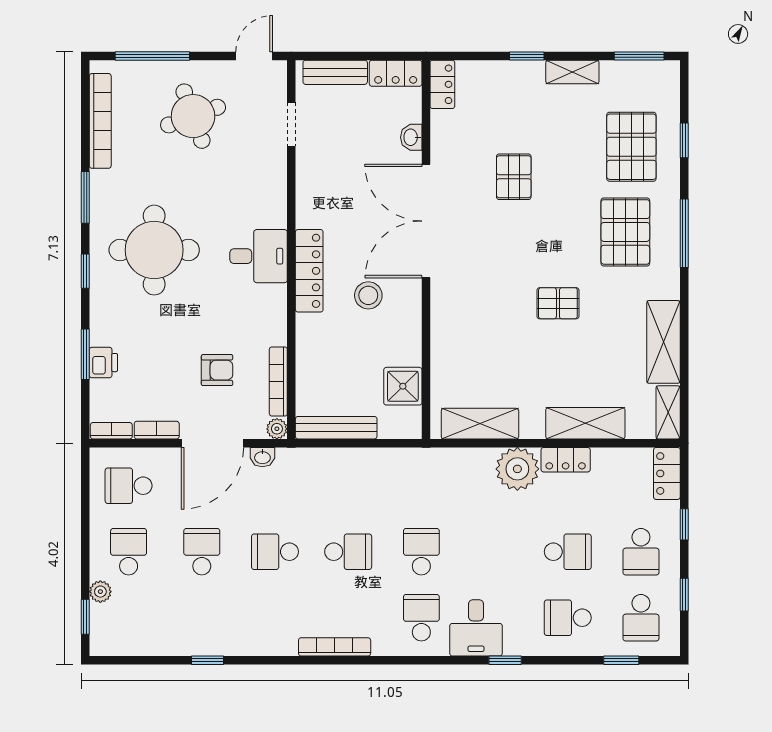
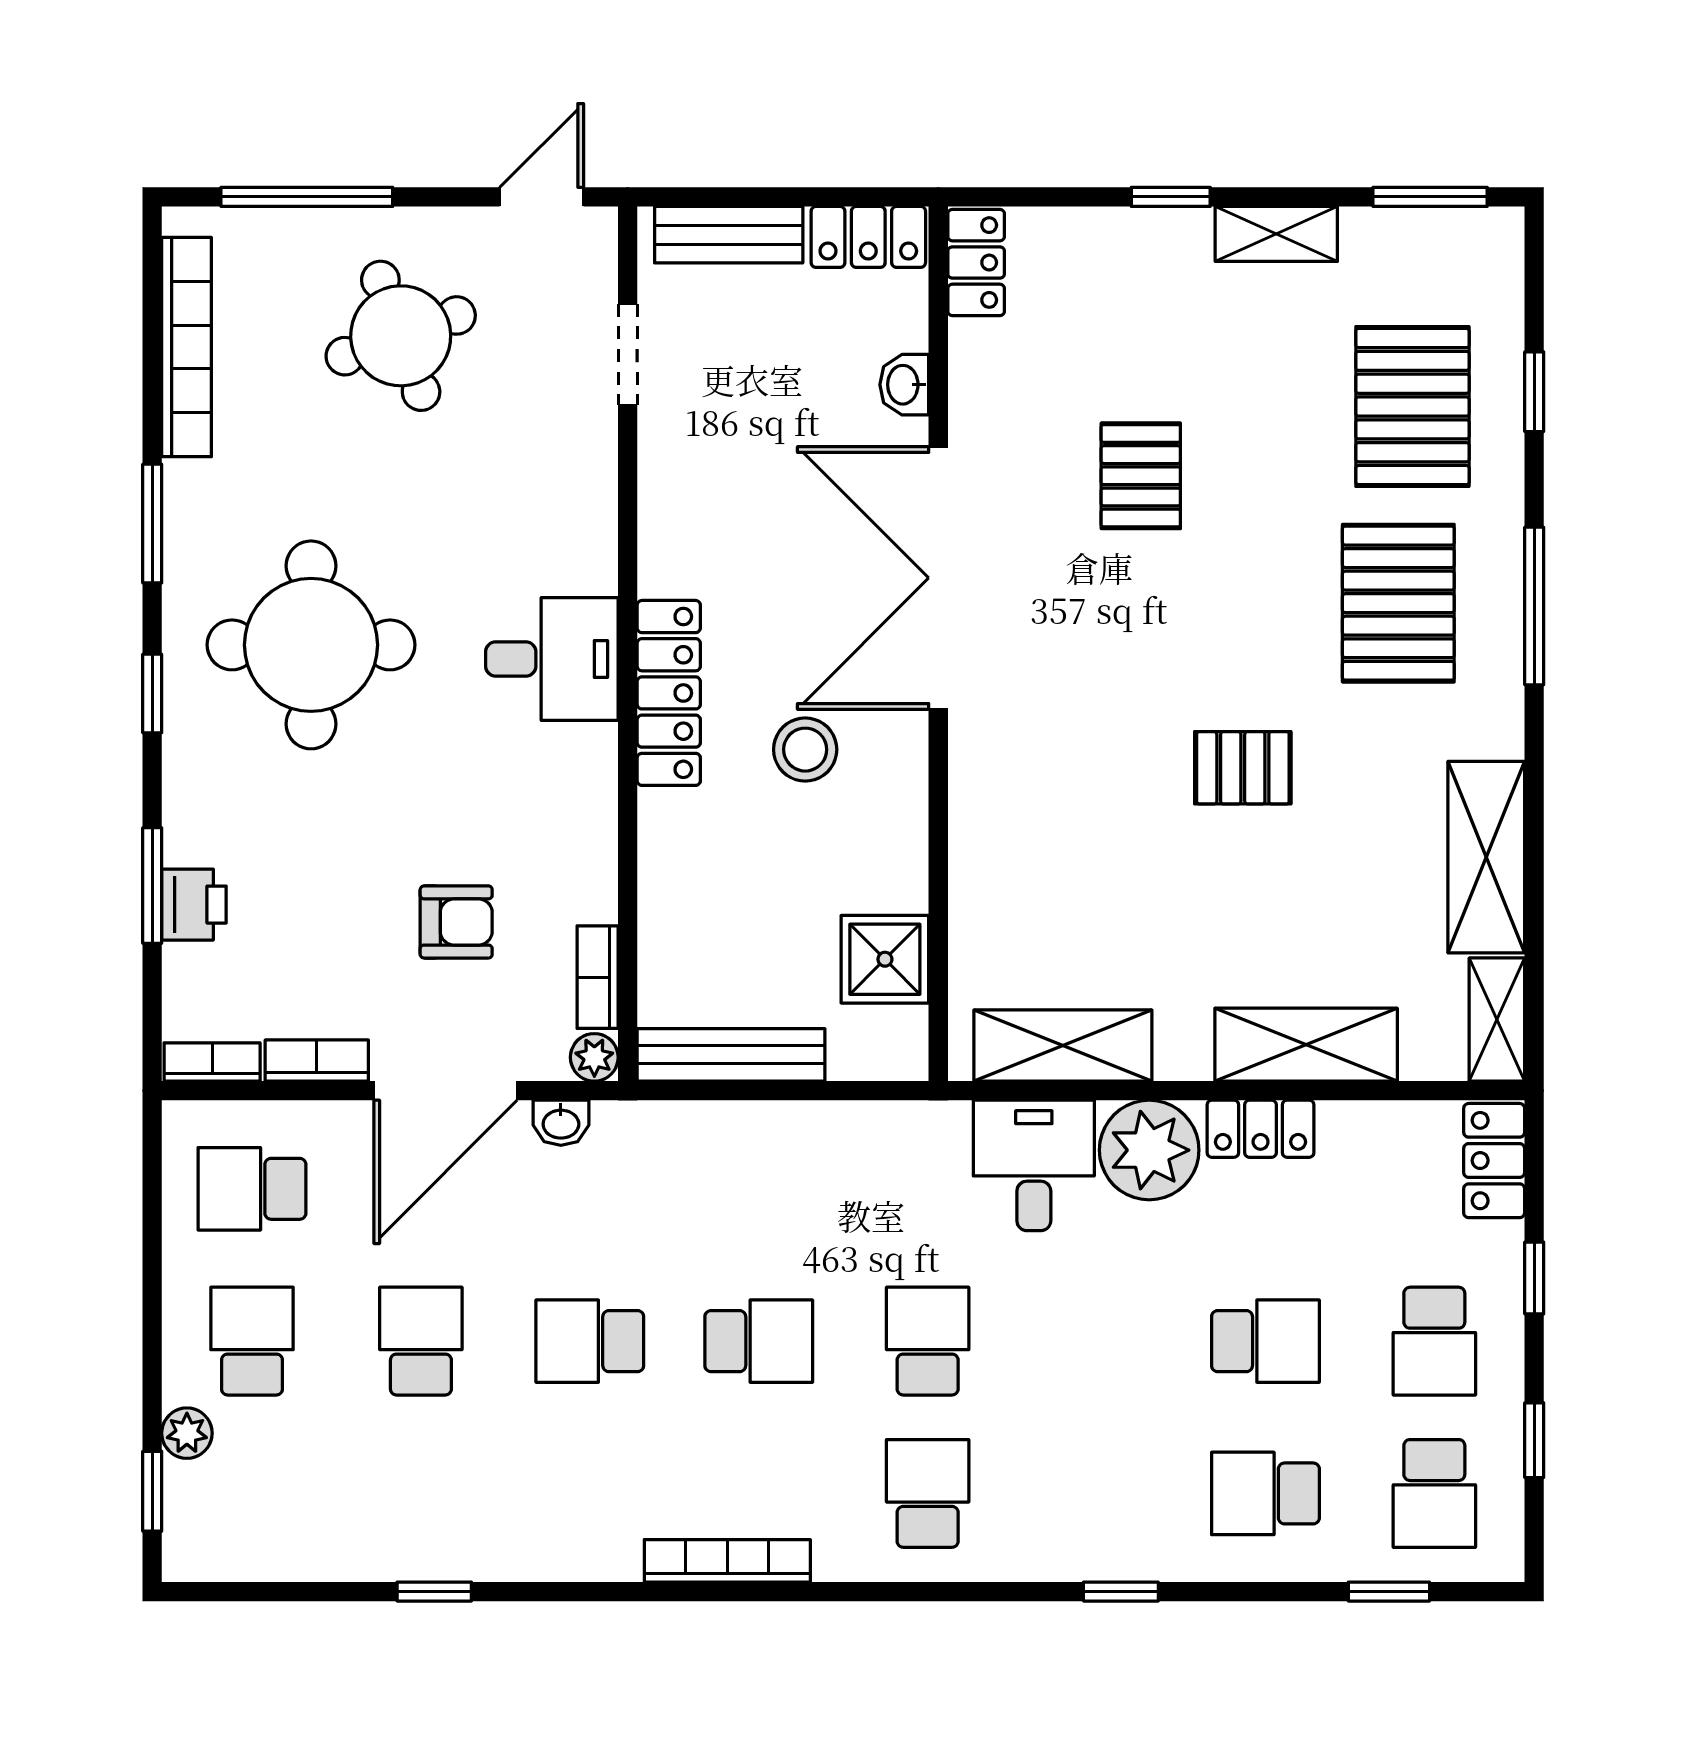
bookcase: (278, 381) -> (598, 977), width x0.64
desk: (476, 628) -> (1034, 1165), moved, turned 180

